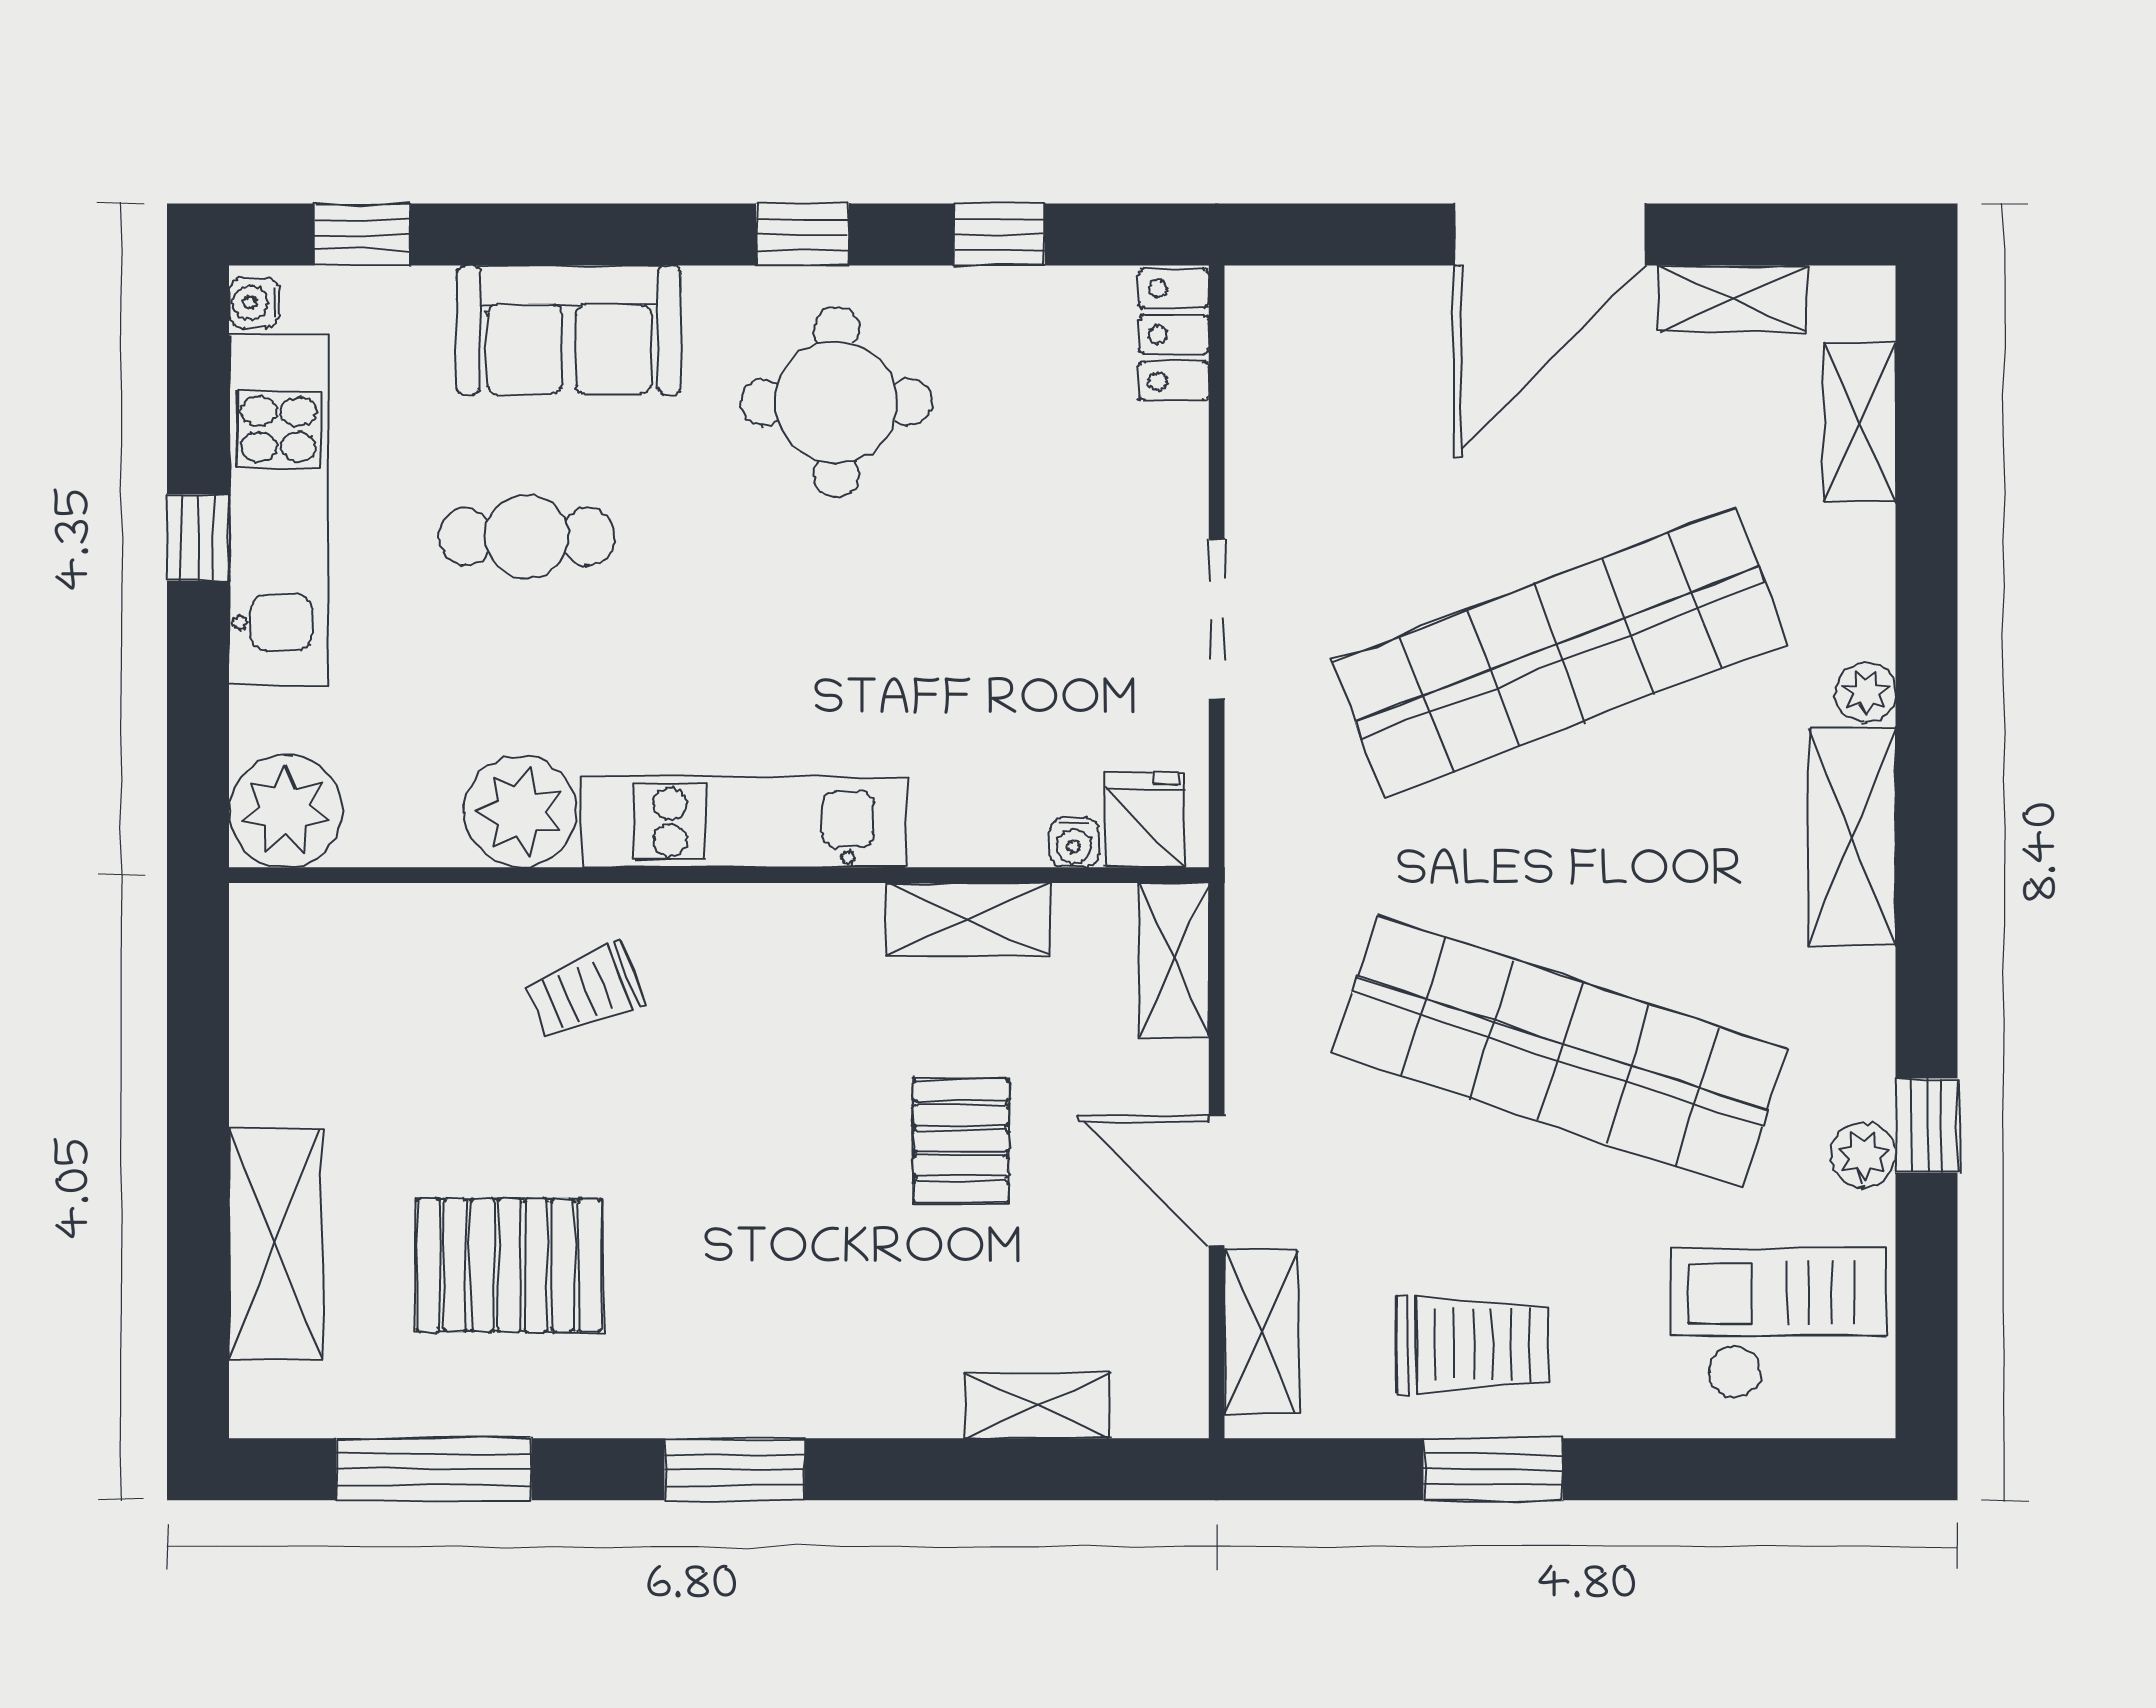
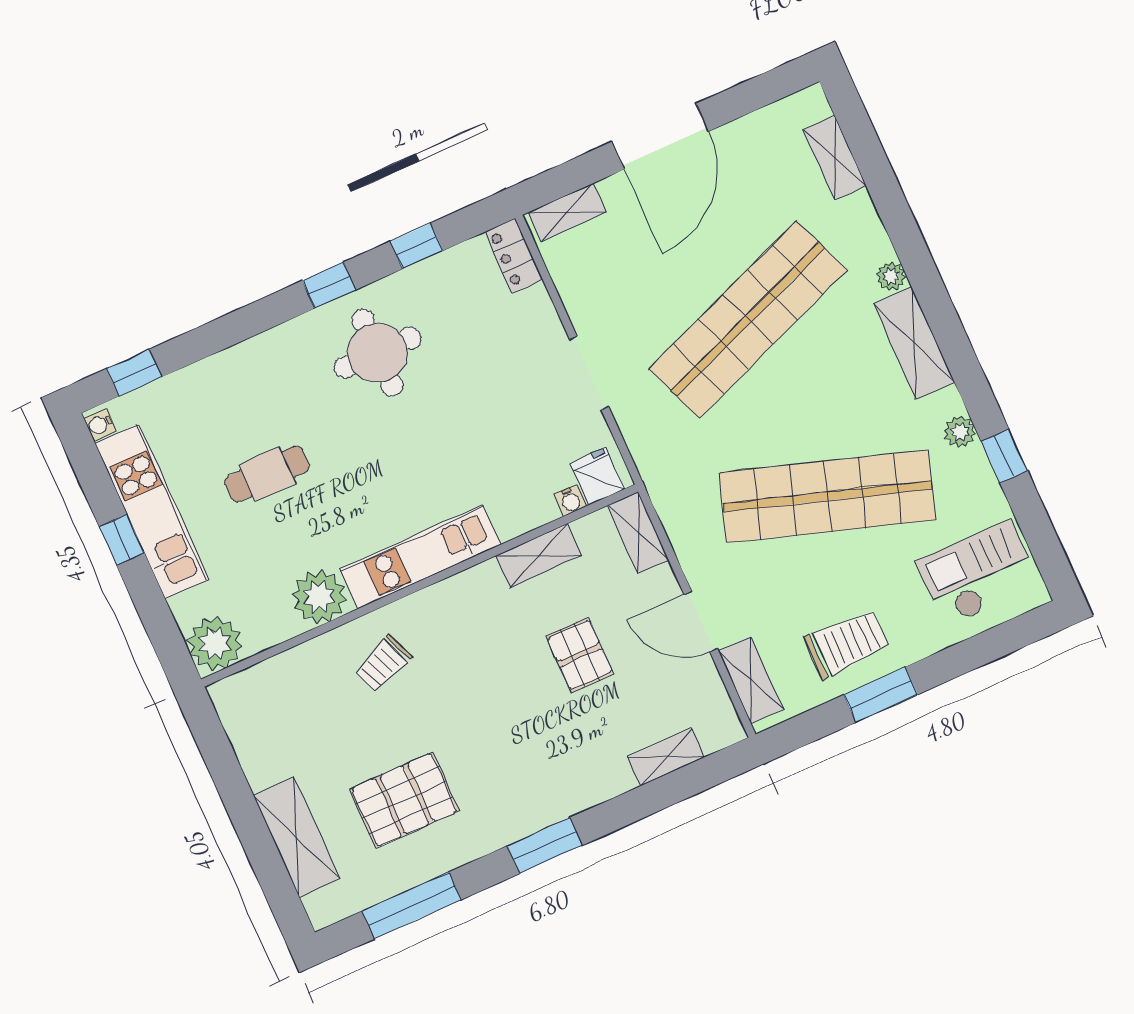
shelving: (1733, 299) -> (567, 212), moved
sofa: (569, 330) -> (245, 374), removed
plant: (1863, 1155) -> (960, 432), moved

